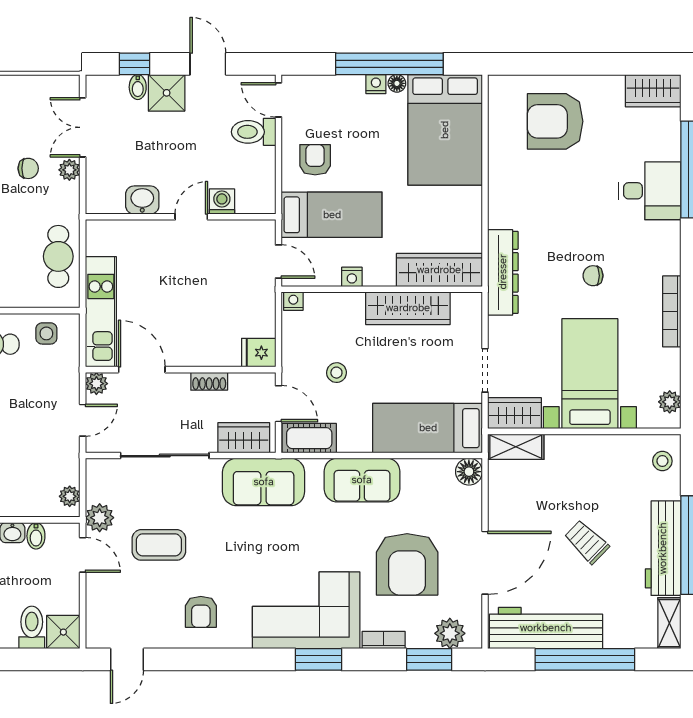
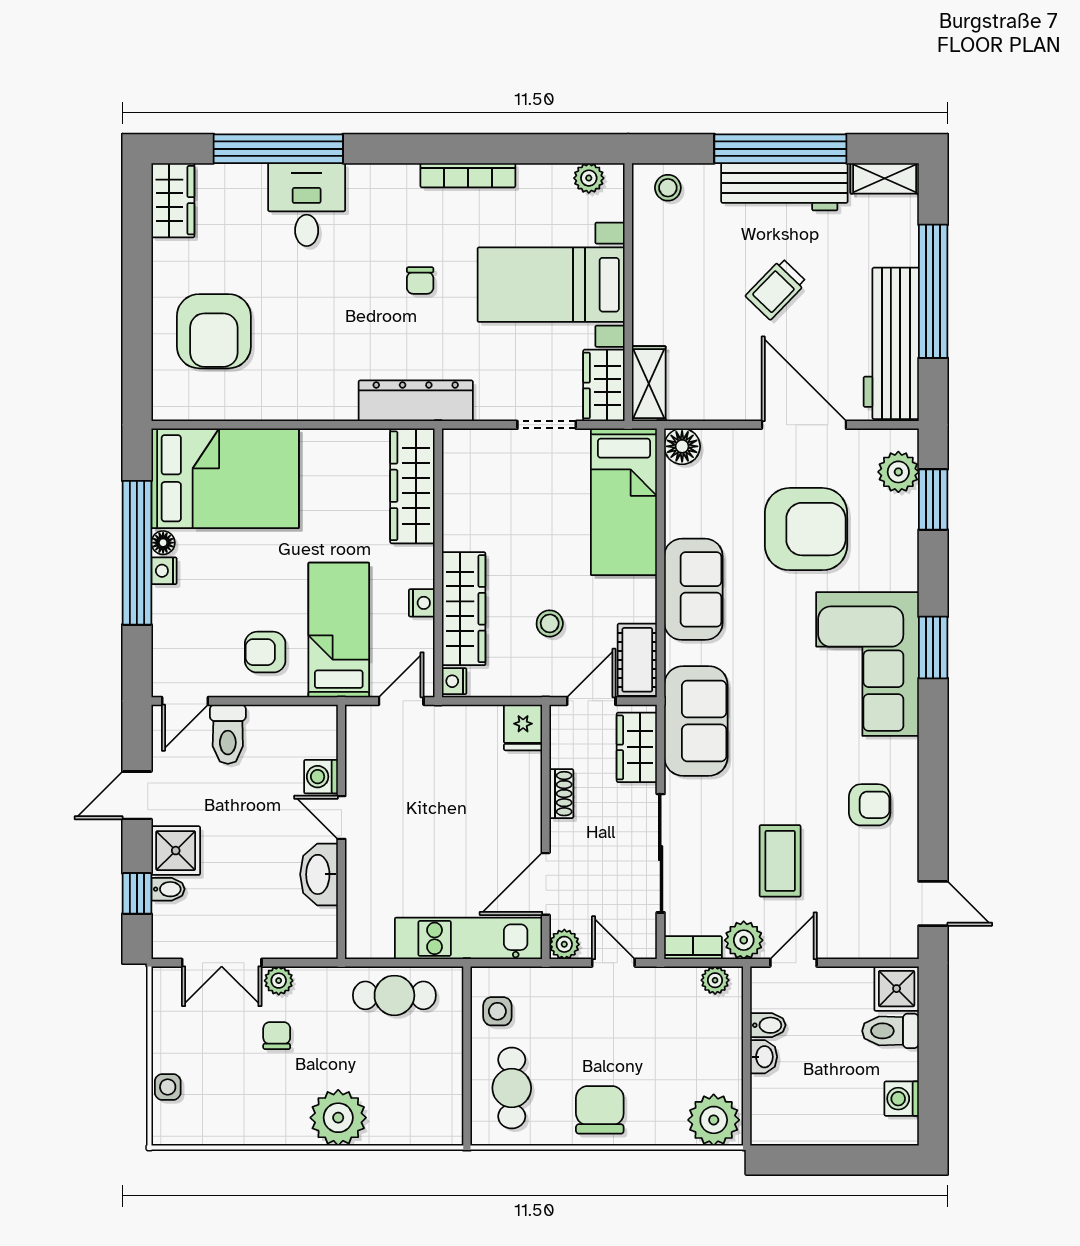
washbasin: (142, 200) -> (319, 874), width x1.38
wardrobe: (408, 308) -> (464, 609), moved
bookcase: (384, 640) -> (693, 948), moved, turned 90

